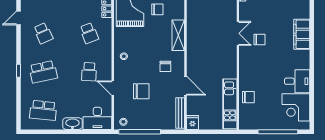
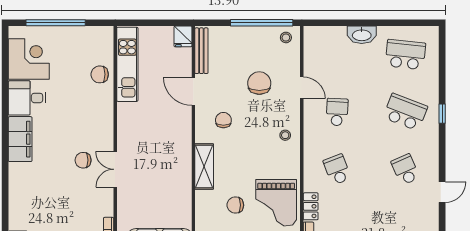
filing cabinet: (302, 34) -> (20, 139), moved
school desk: (43, 72) -> (405, 112), turned 33
chair: (141, 91) -> (259, 83), turned 90
desk: (97, 118) -> (325, 43), removed

